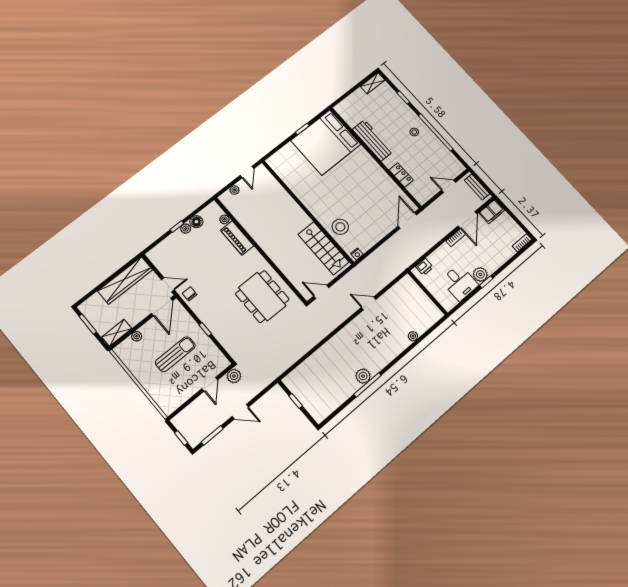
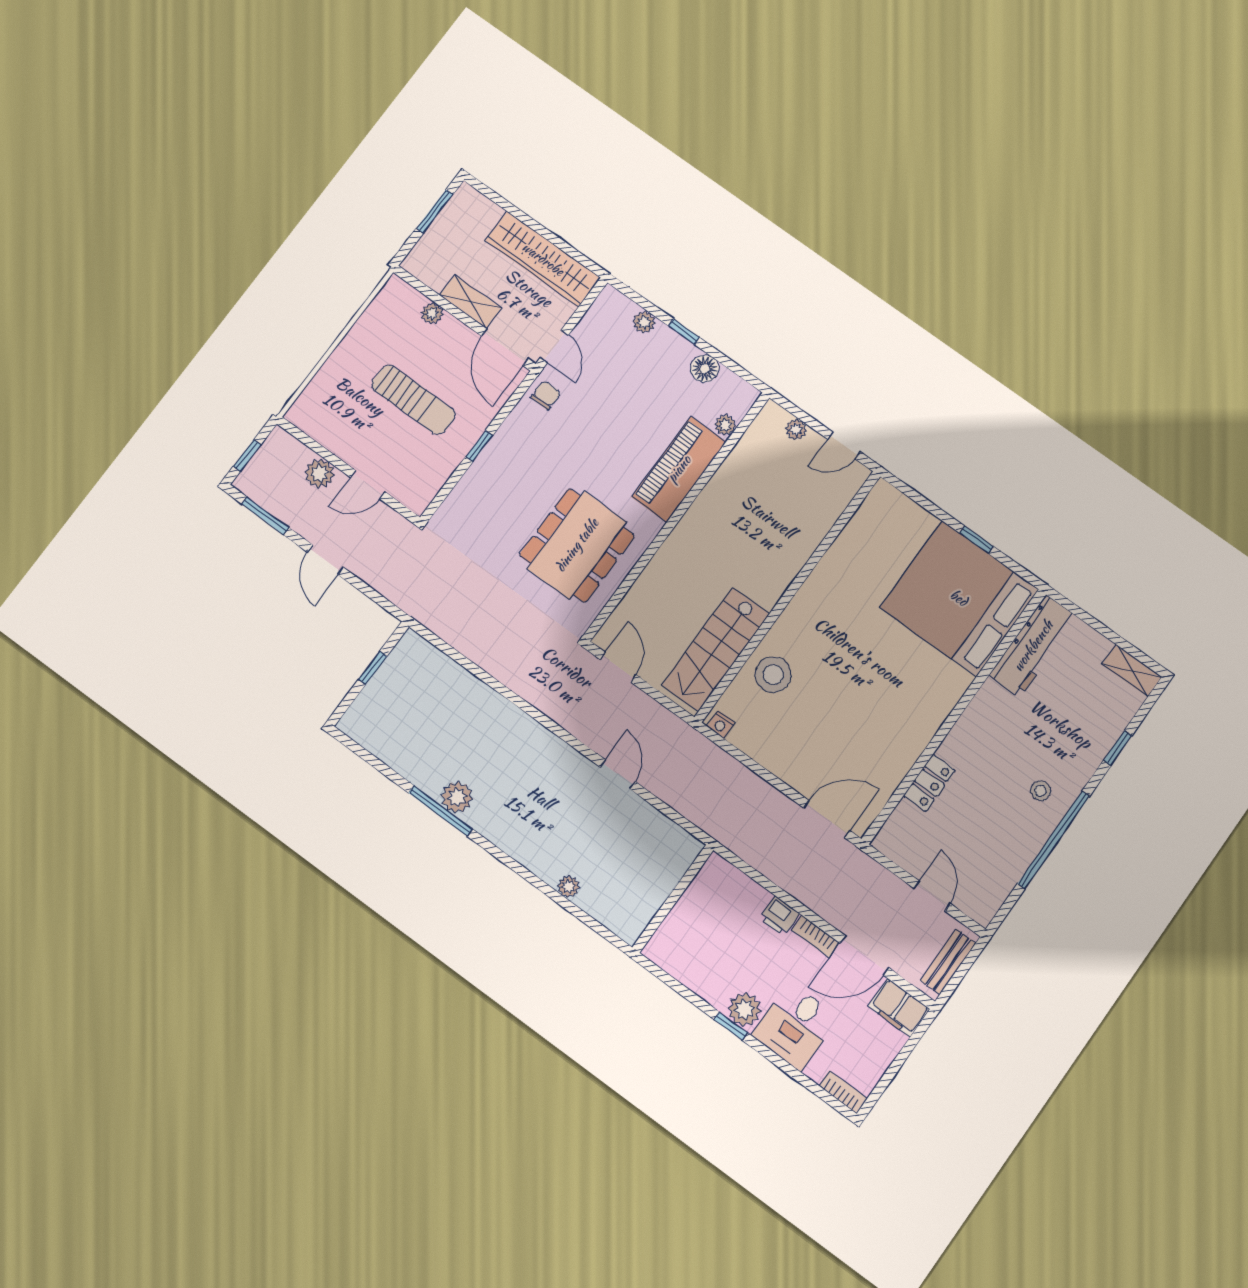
workbench: (373, 140) -> (1033, 646), moved
plant: (186, 229) -> (644, 322), moved
piano: (237, 238) -> (679, 469), width x1.37, depth x1.33
printer: (424, 267) -> (779, 916), moved
desk: (459, 283) -> (795, 1026), moved
door: (162, 307) -> (505, 347), hinge flipped
shelving: (117, 333) -> (471, 302), moved
plant: (234, 376) -> (320, 473), moved

